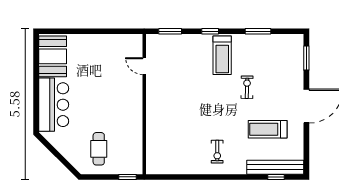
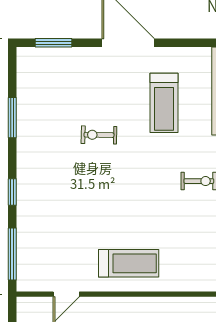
window: (170, 31) -> (12, 254), width x1.44
treadmill: (222, 55) -> (129, 263), moved

